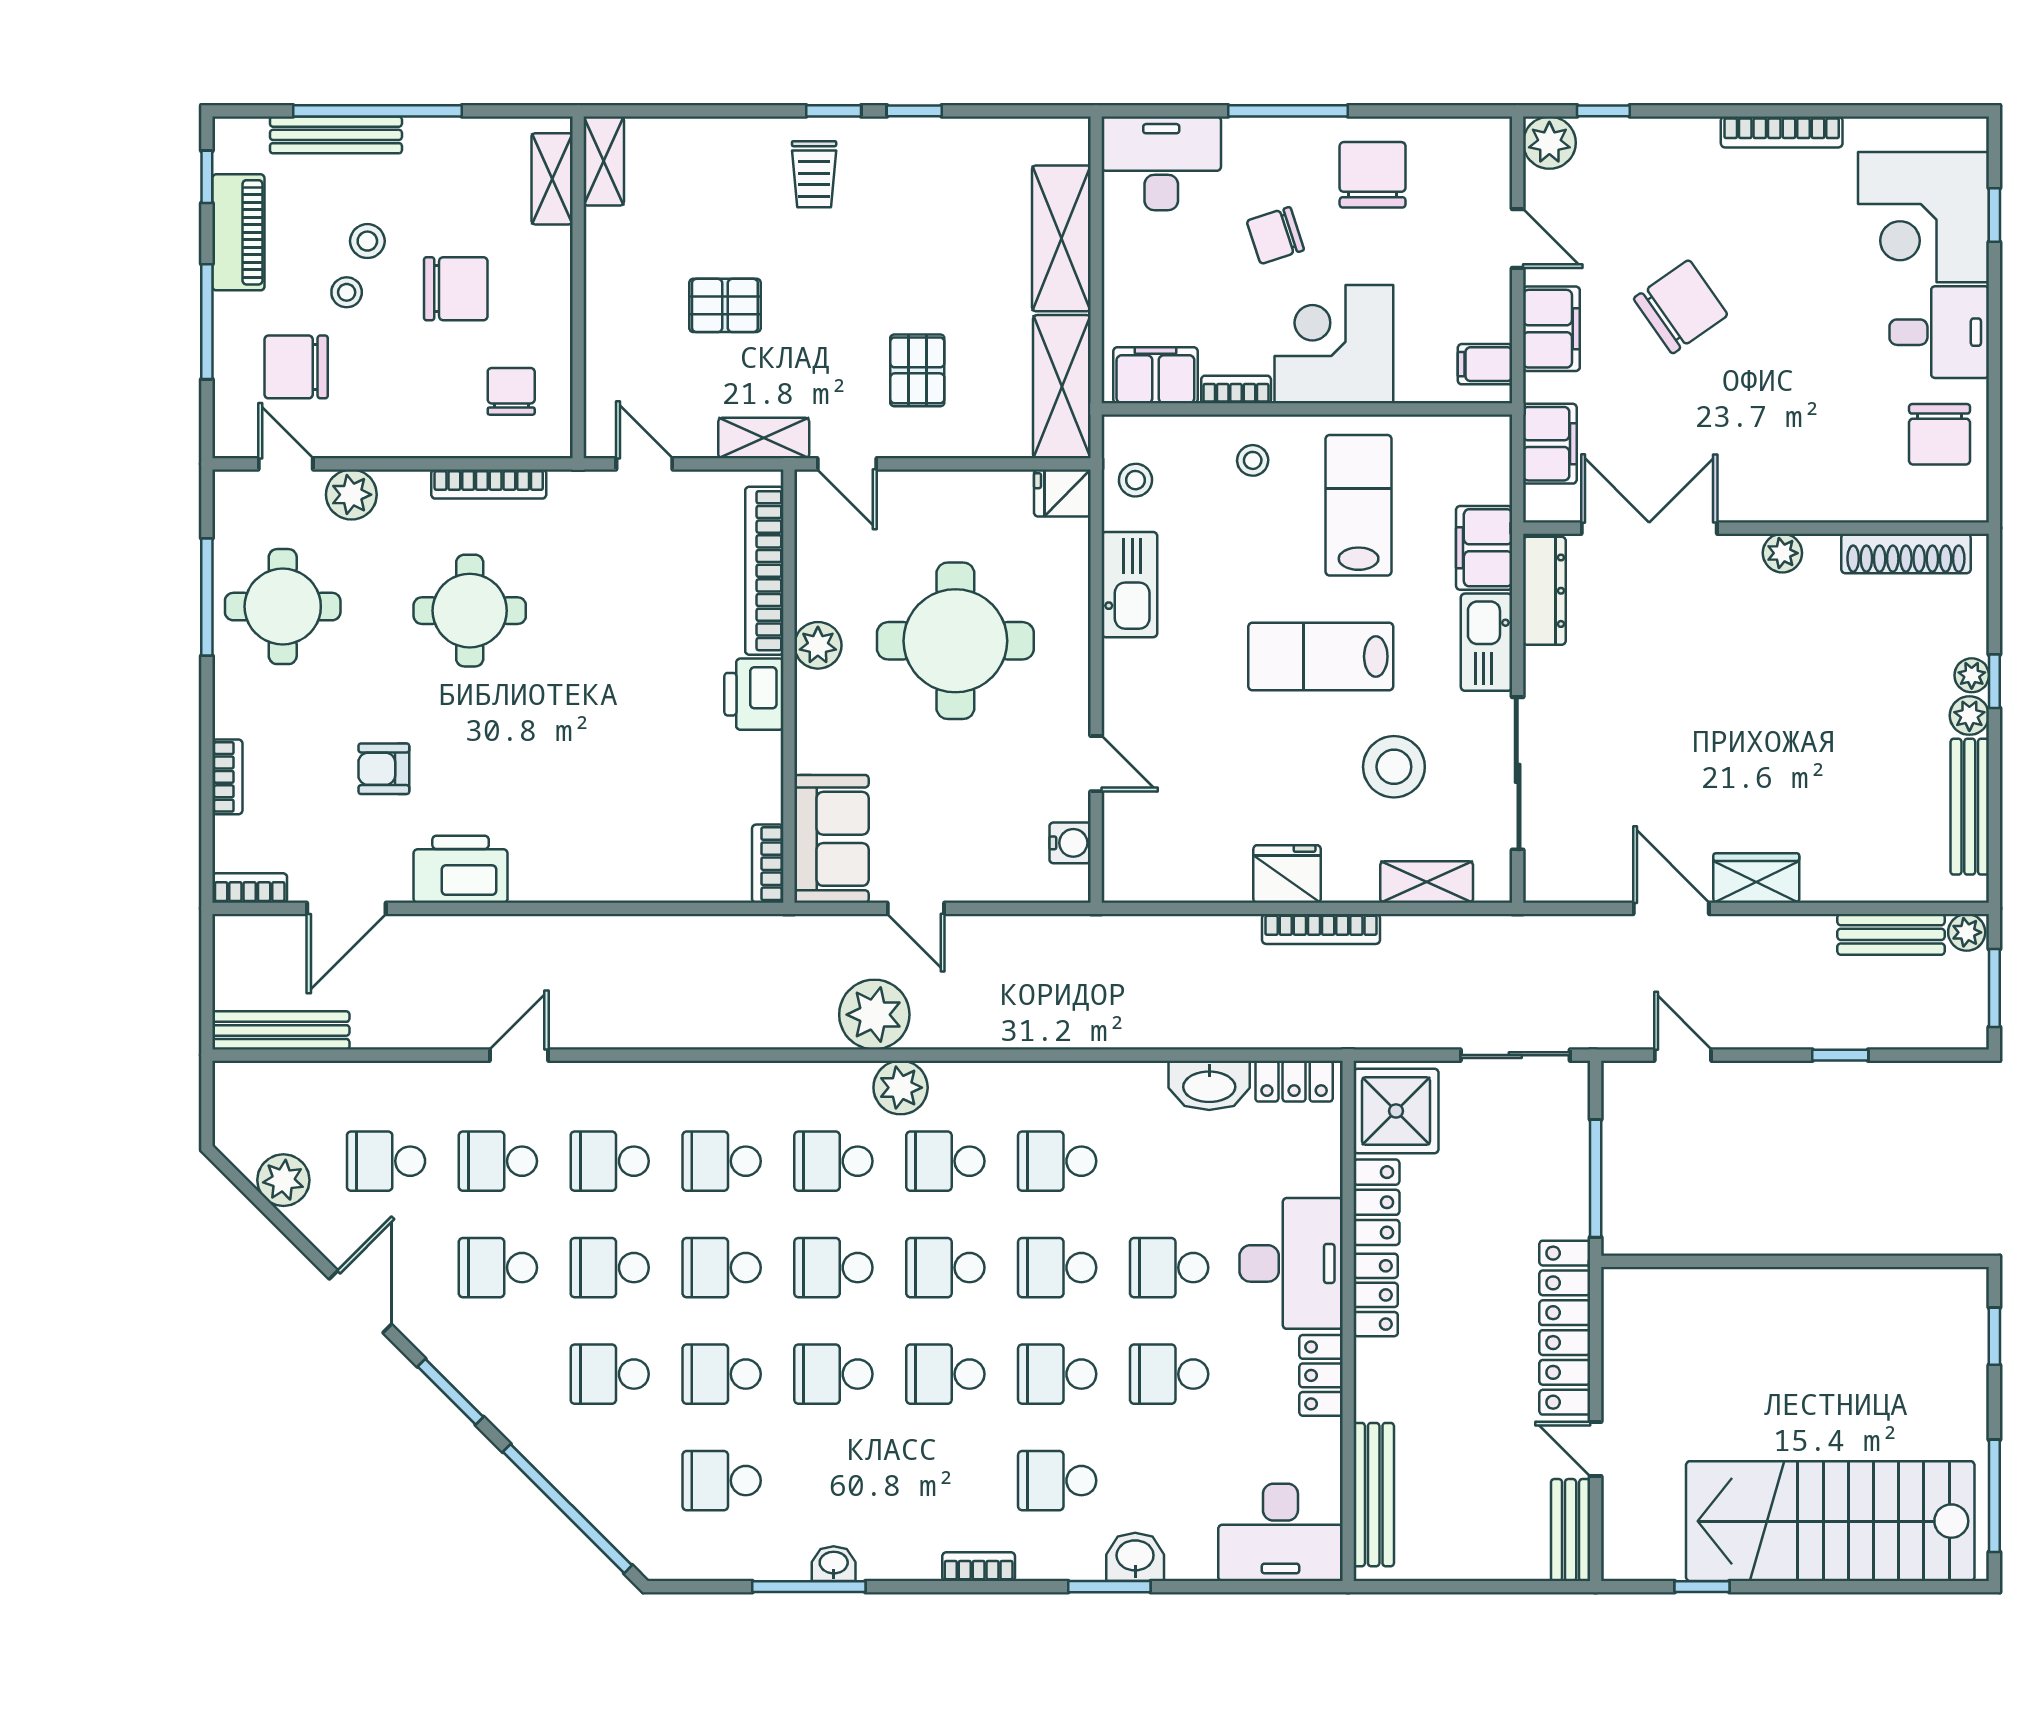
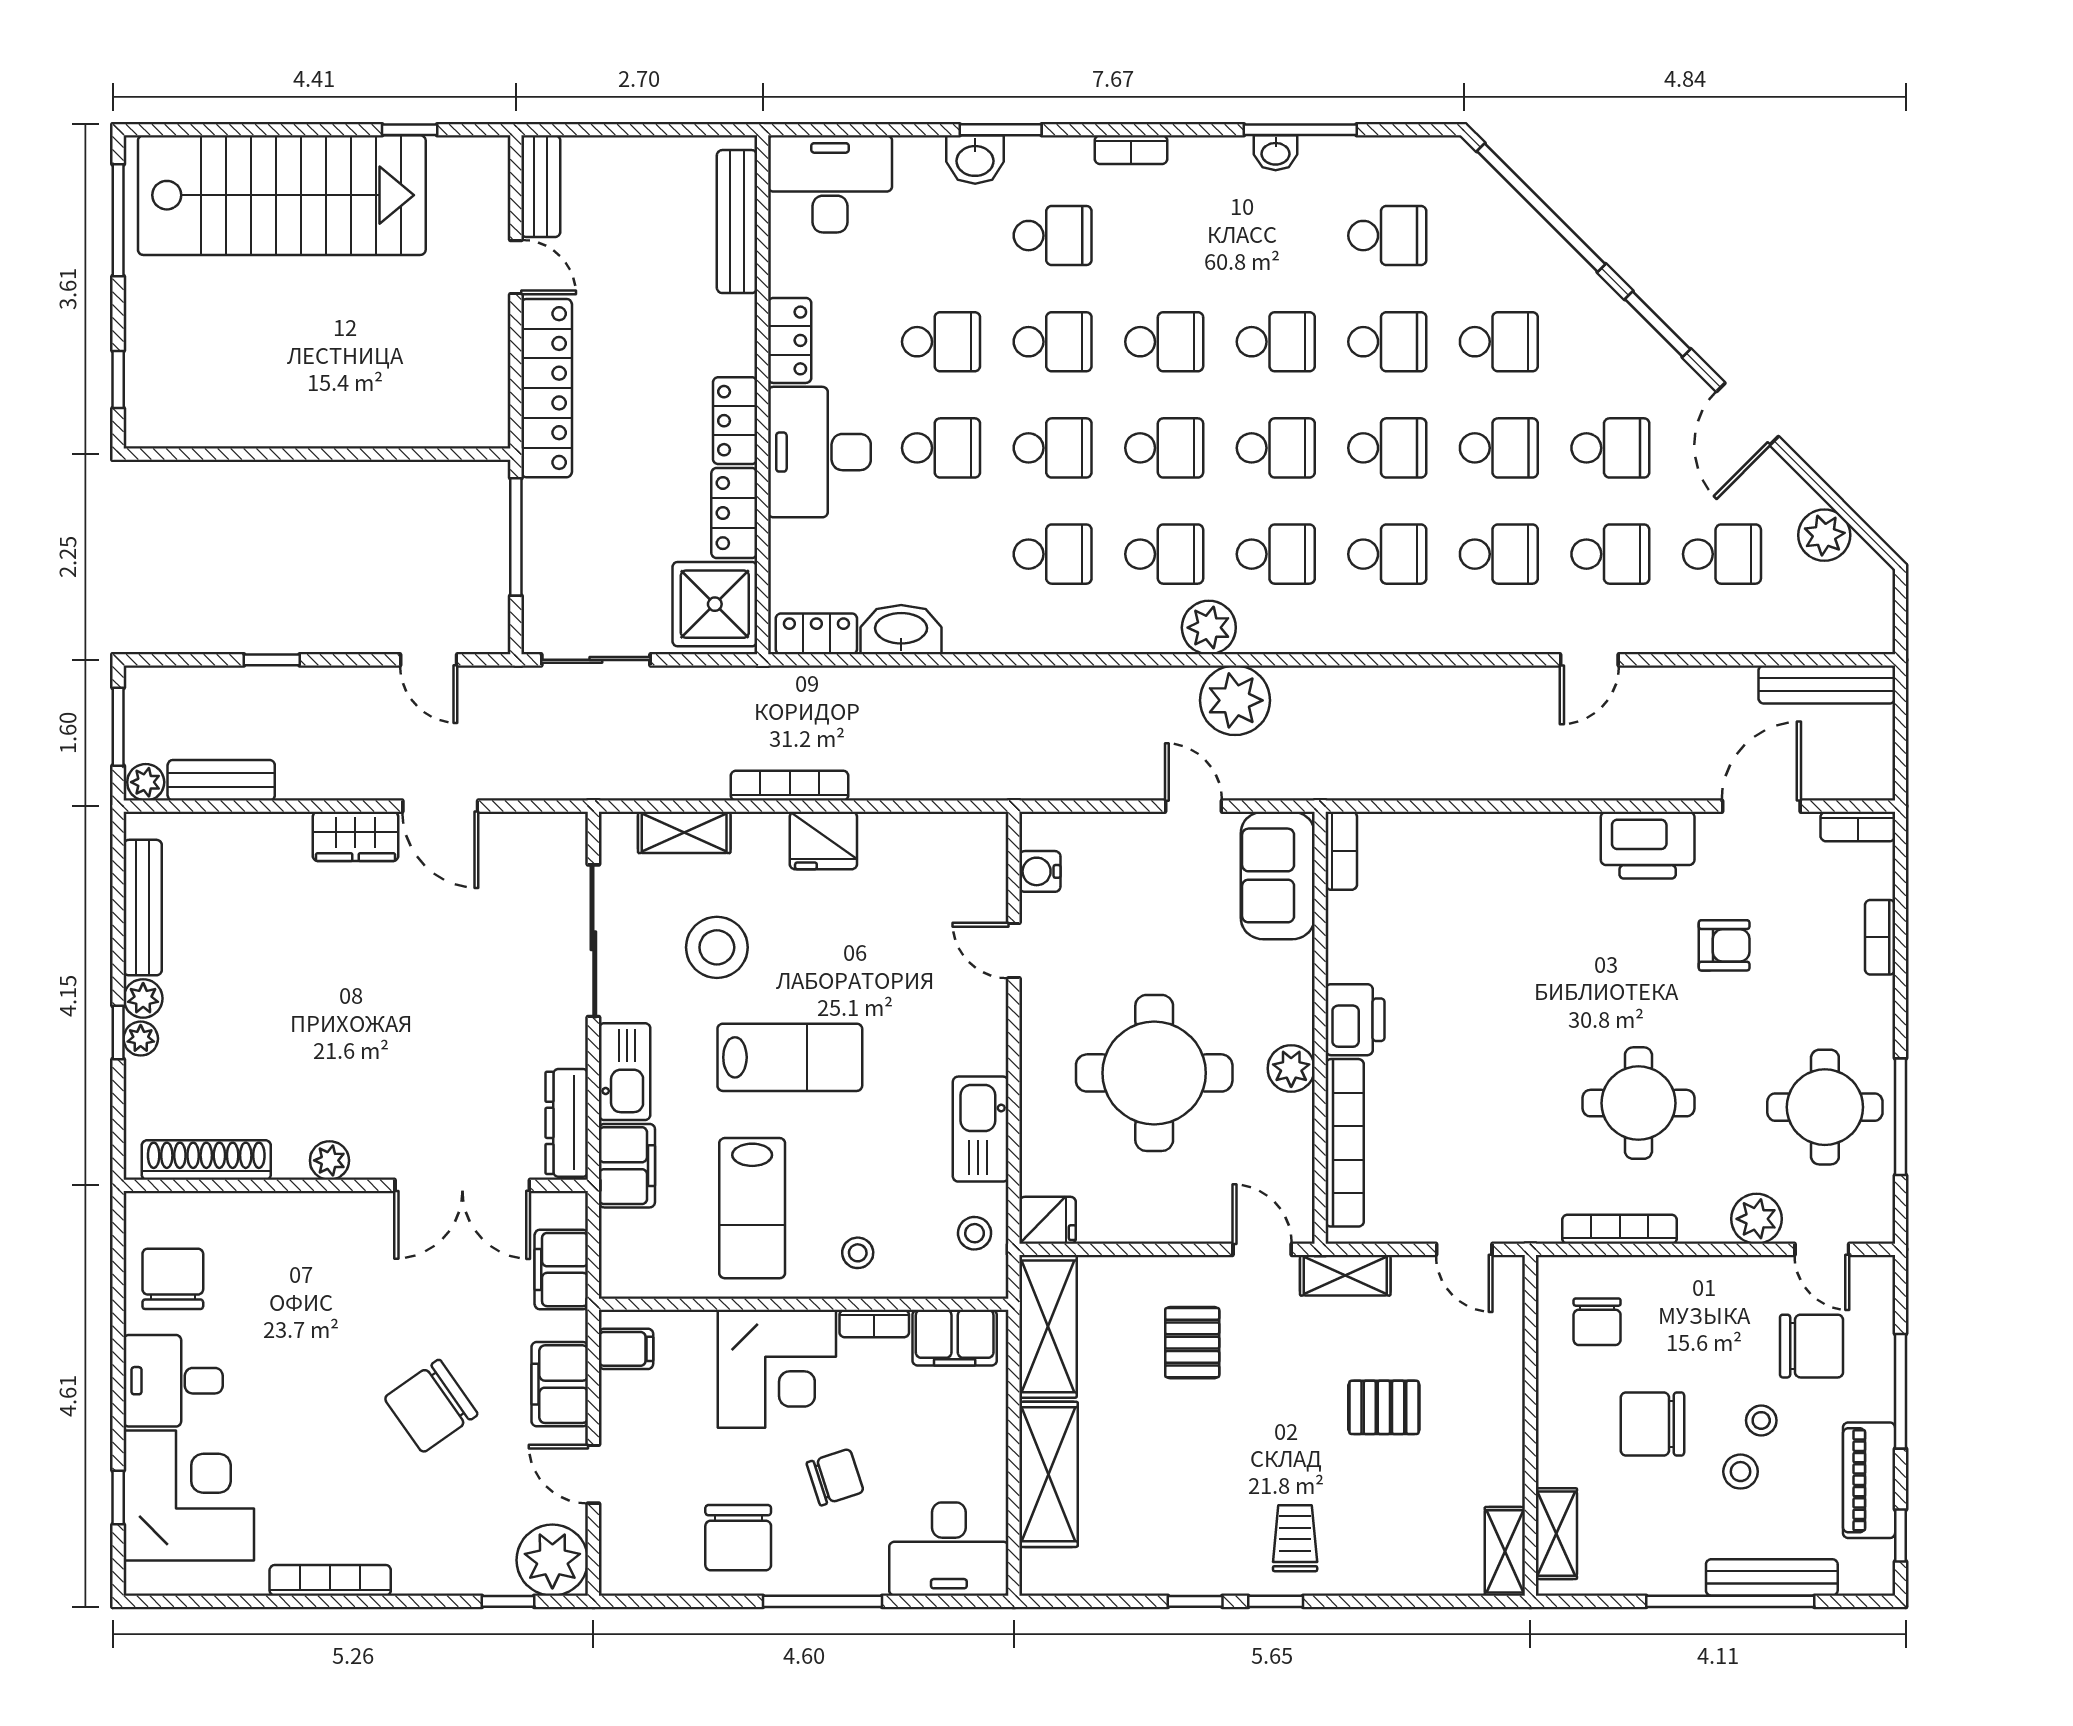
plant: (1549, 143) -> (552, 1560), width x1.36, depth x1.36

